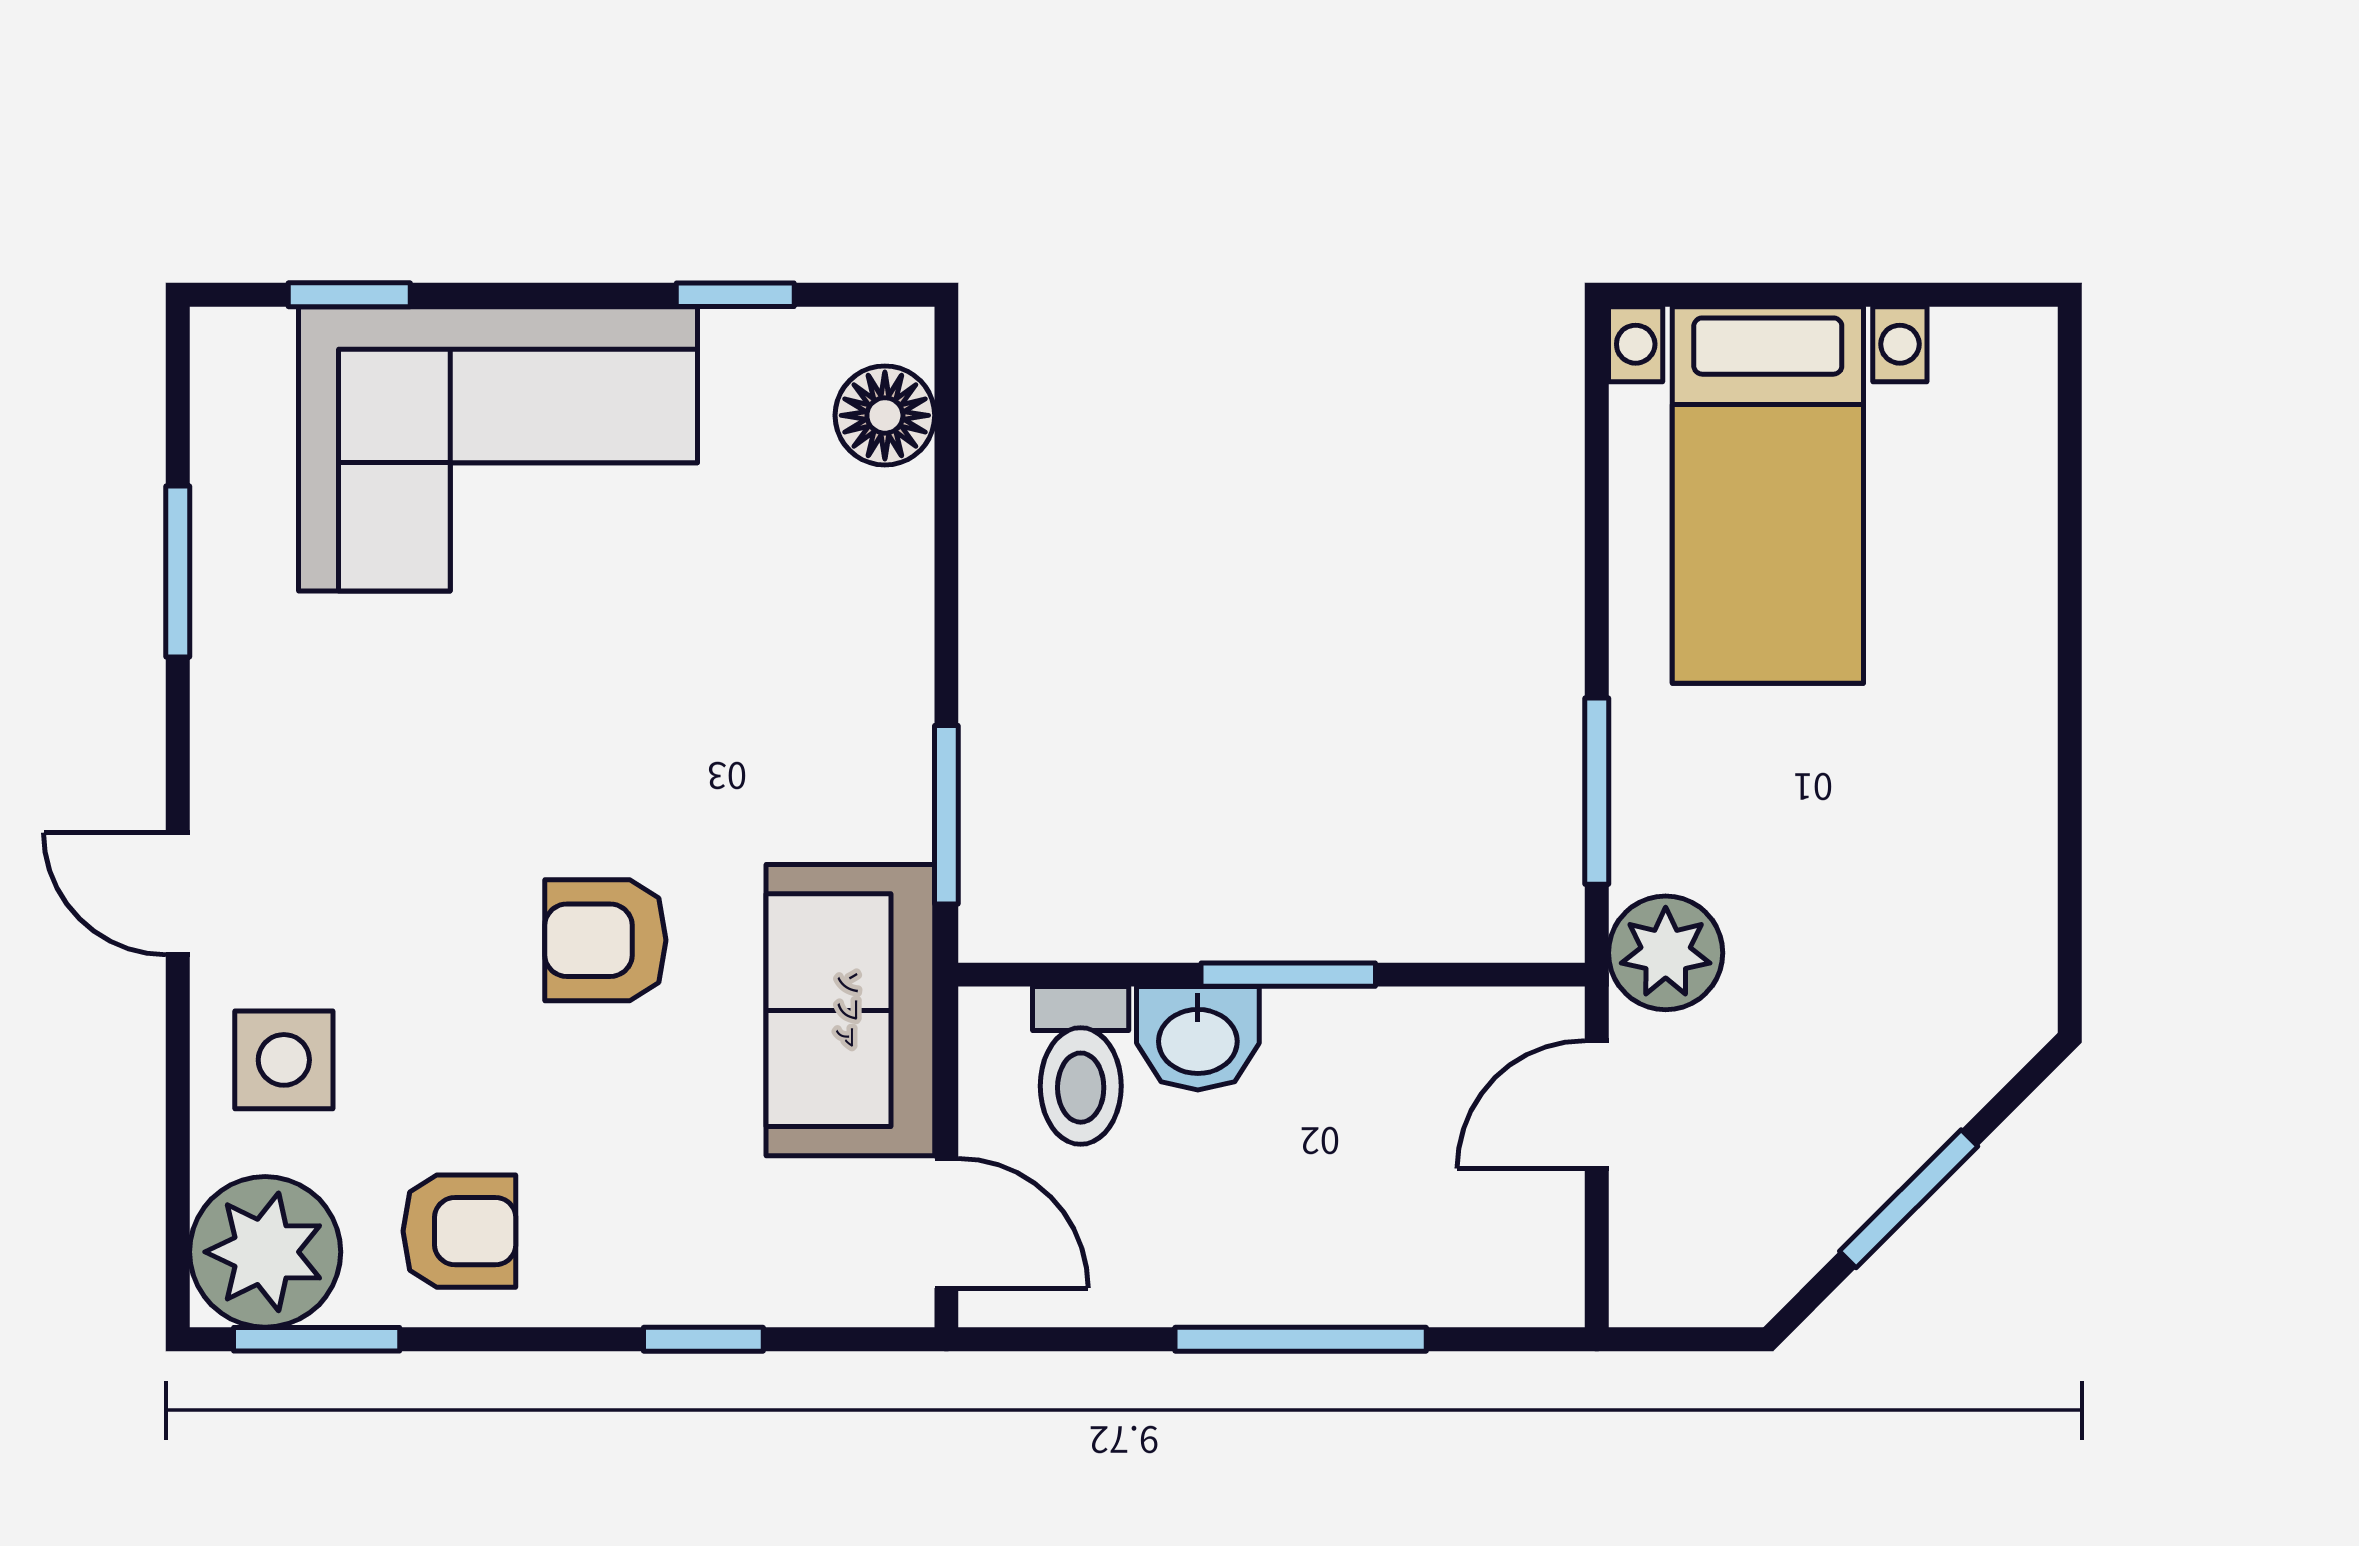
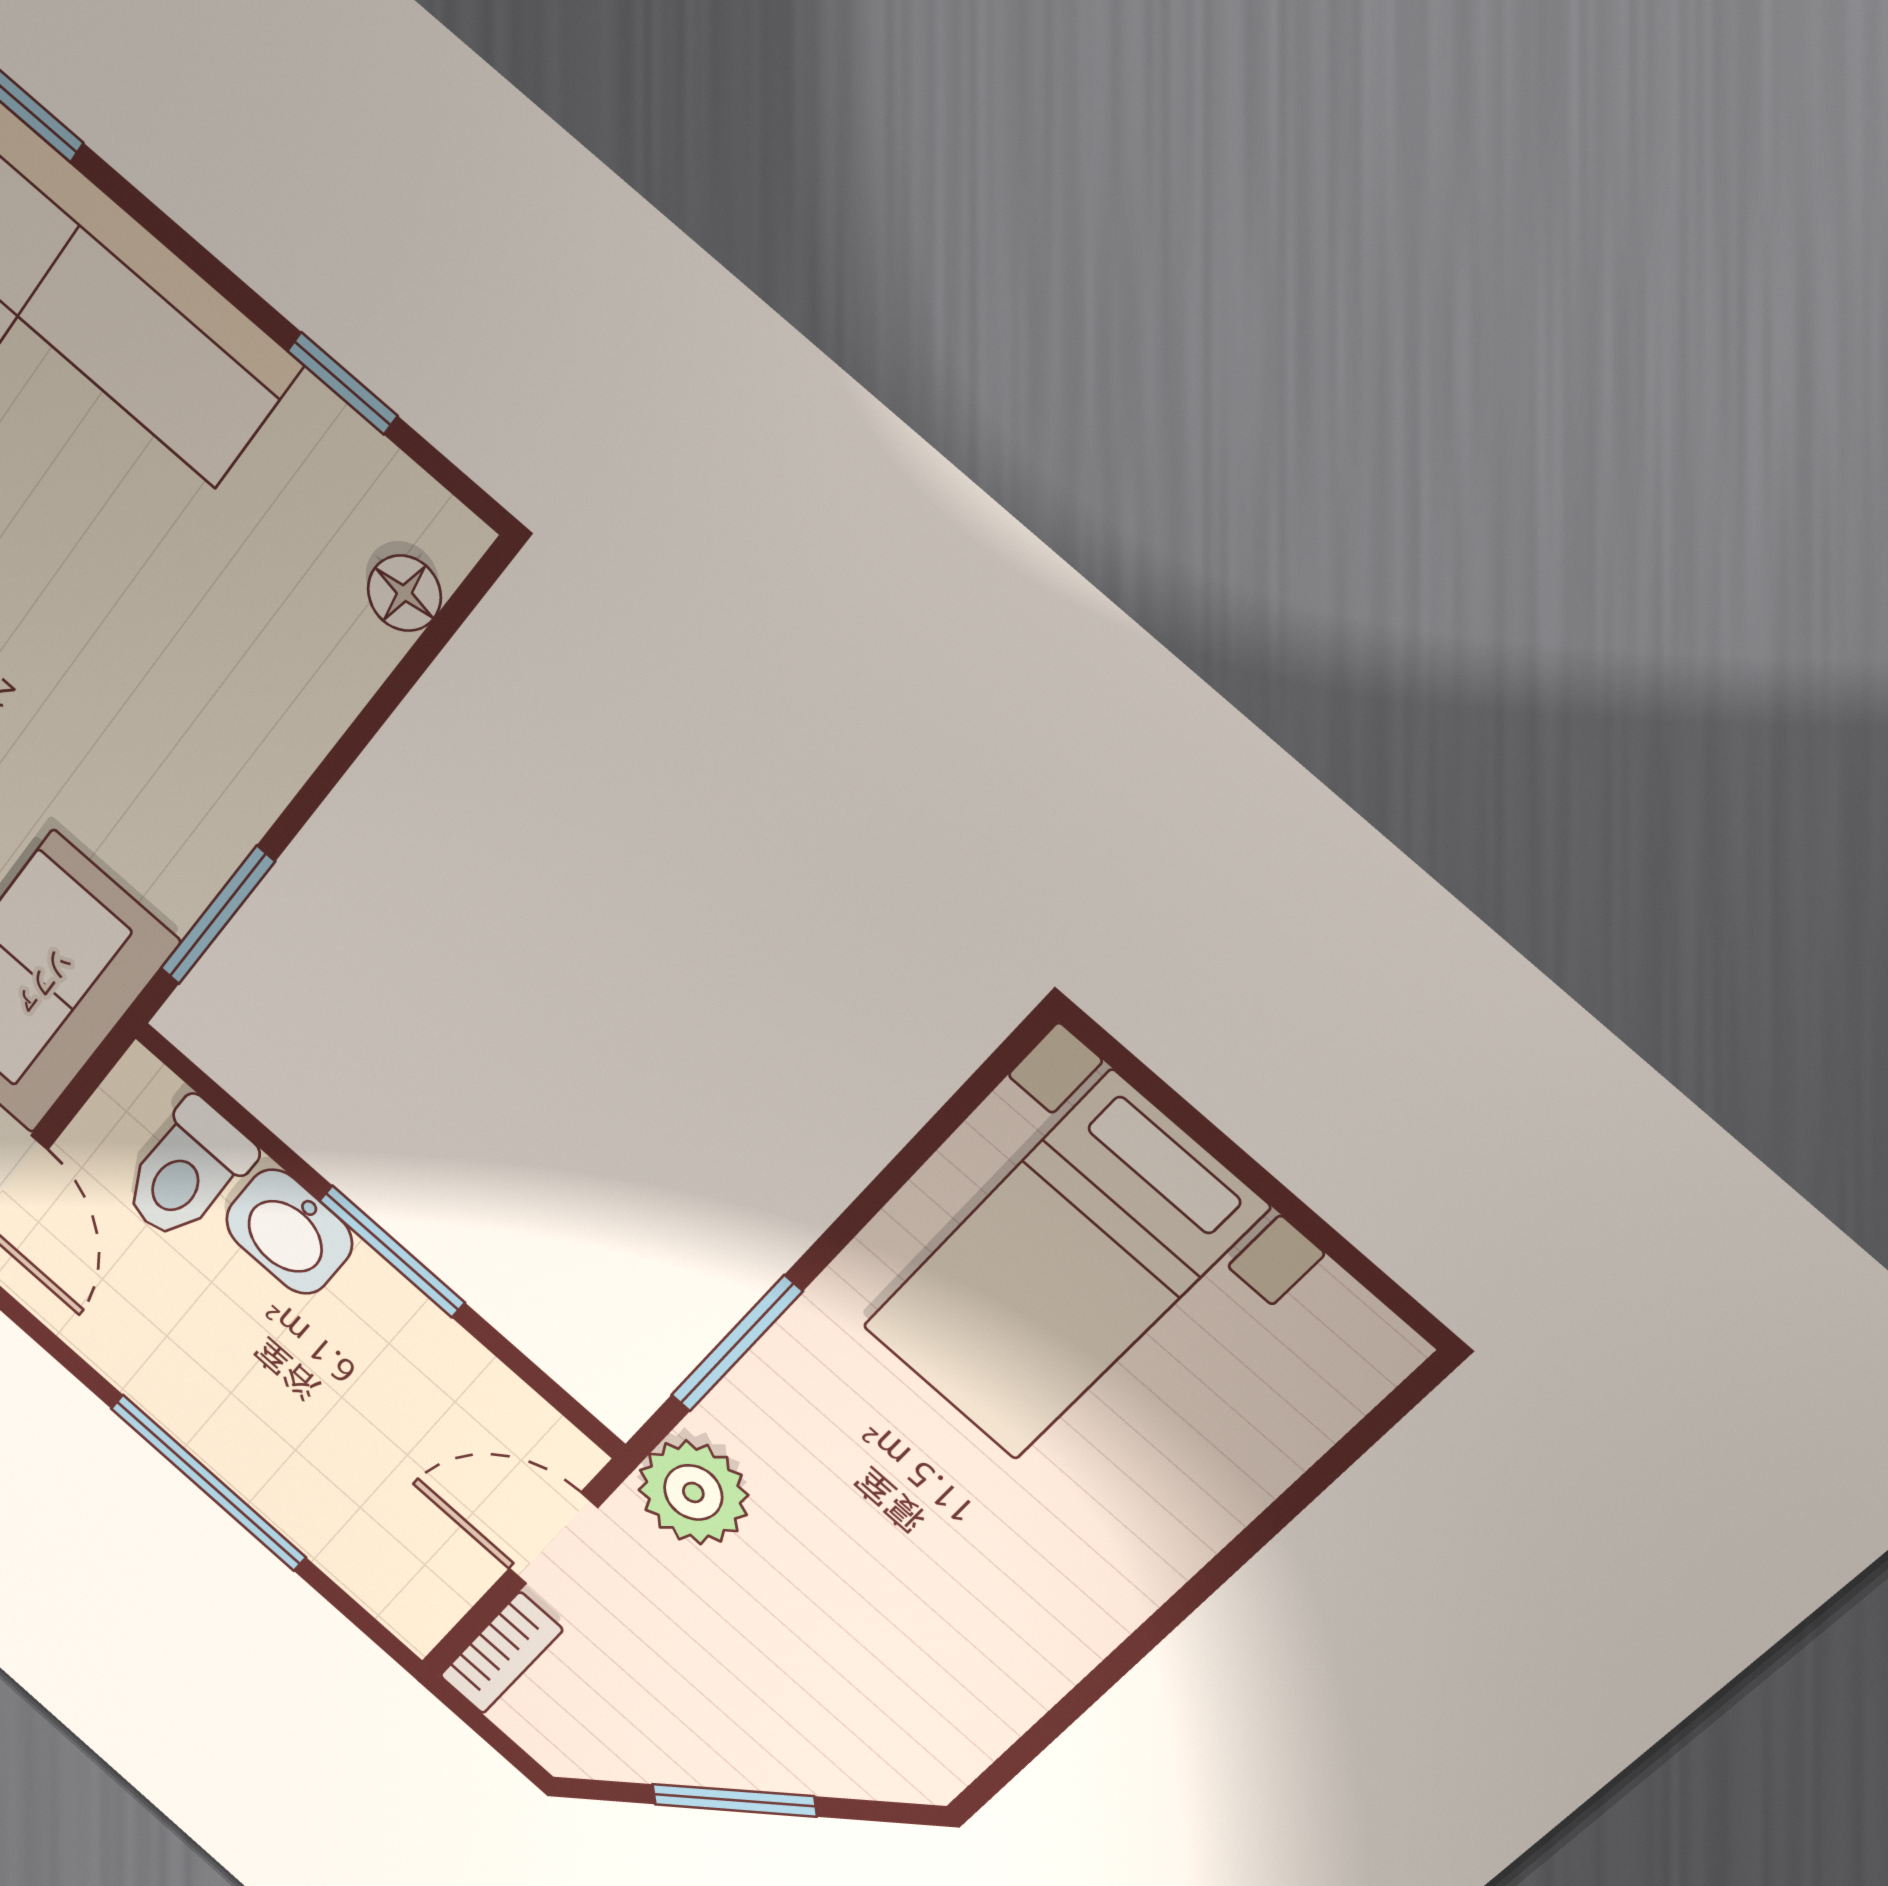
floor lamp: (885, 415) -> (404, 593), width x0.73, depth x0.73
bookcase: (1638, 1254) -> (501, 1653), added

